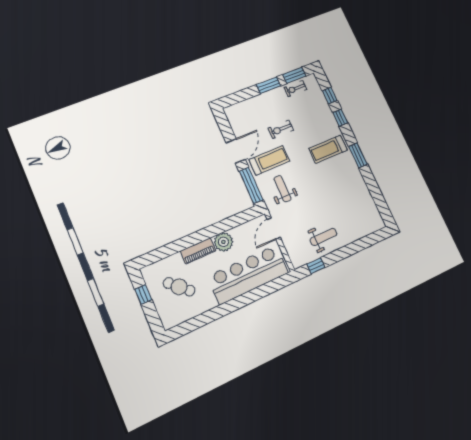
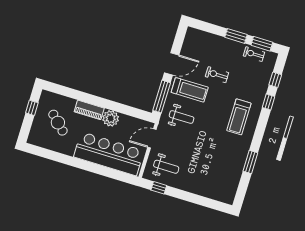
treadmill: (328, 149) -> (239, 117), turned -90
window: (358, 155) -> (250, 162), moved
weight bench: (282, 189) -> (182, 117), turned 90
weight bench: (324, 237) -> (166, 167), moved

